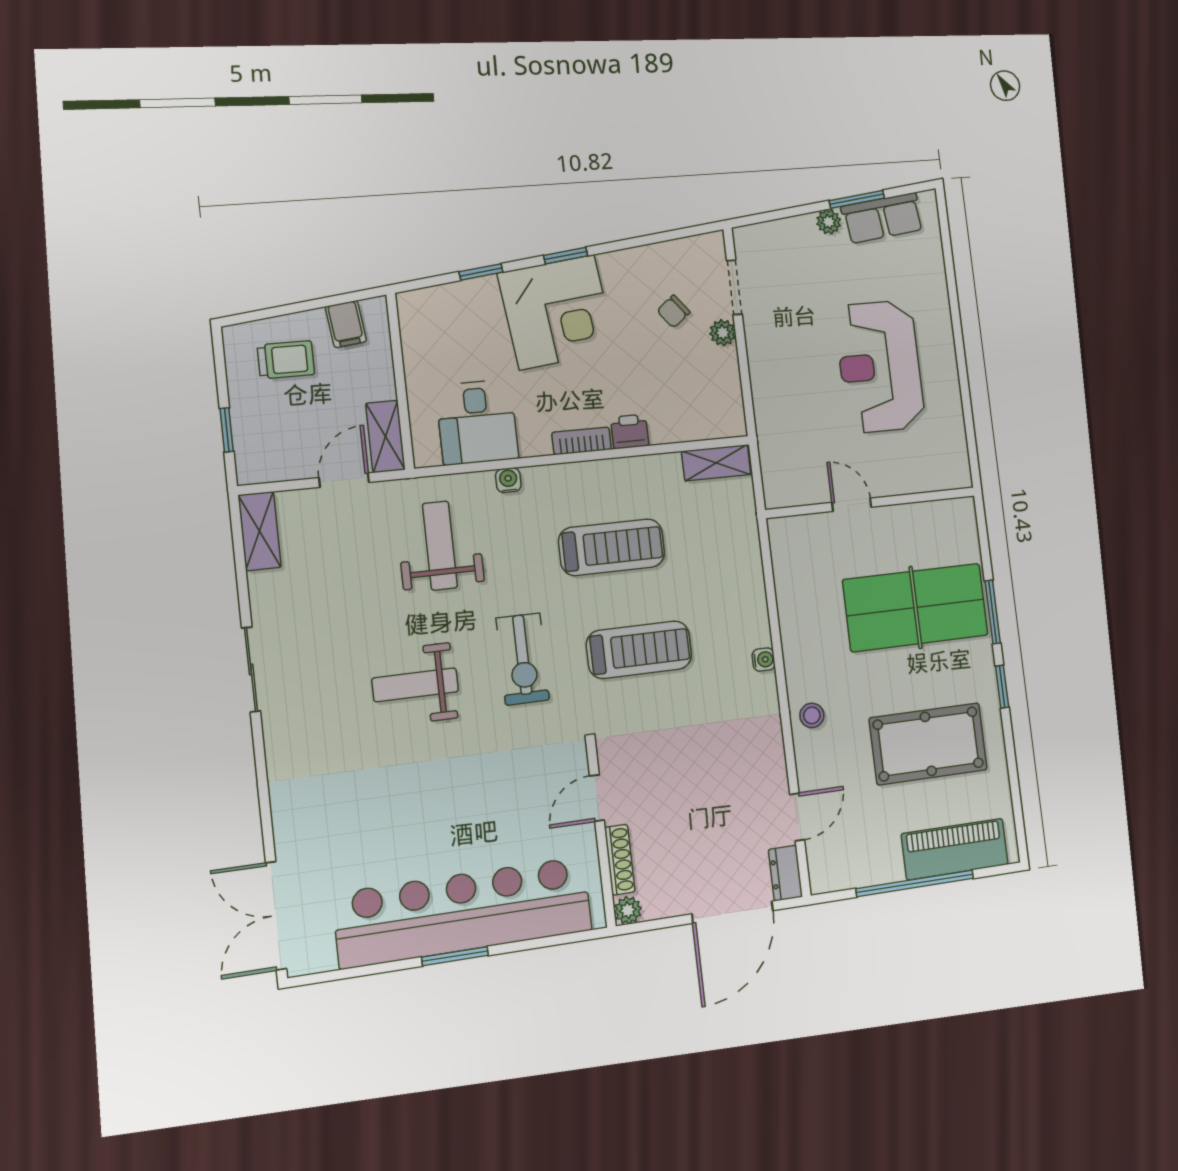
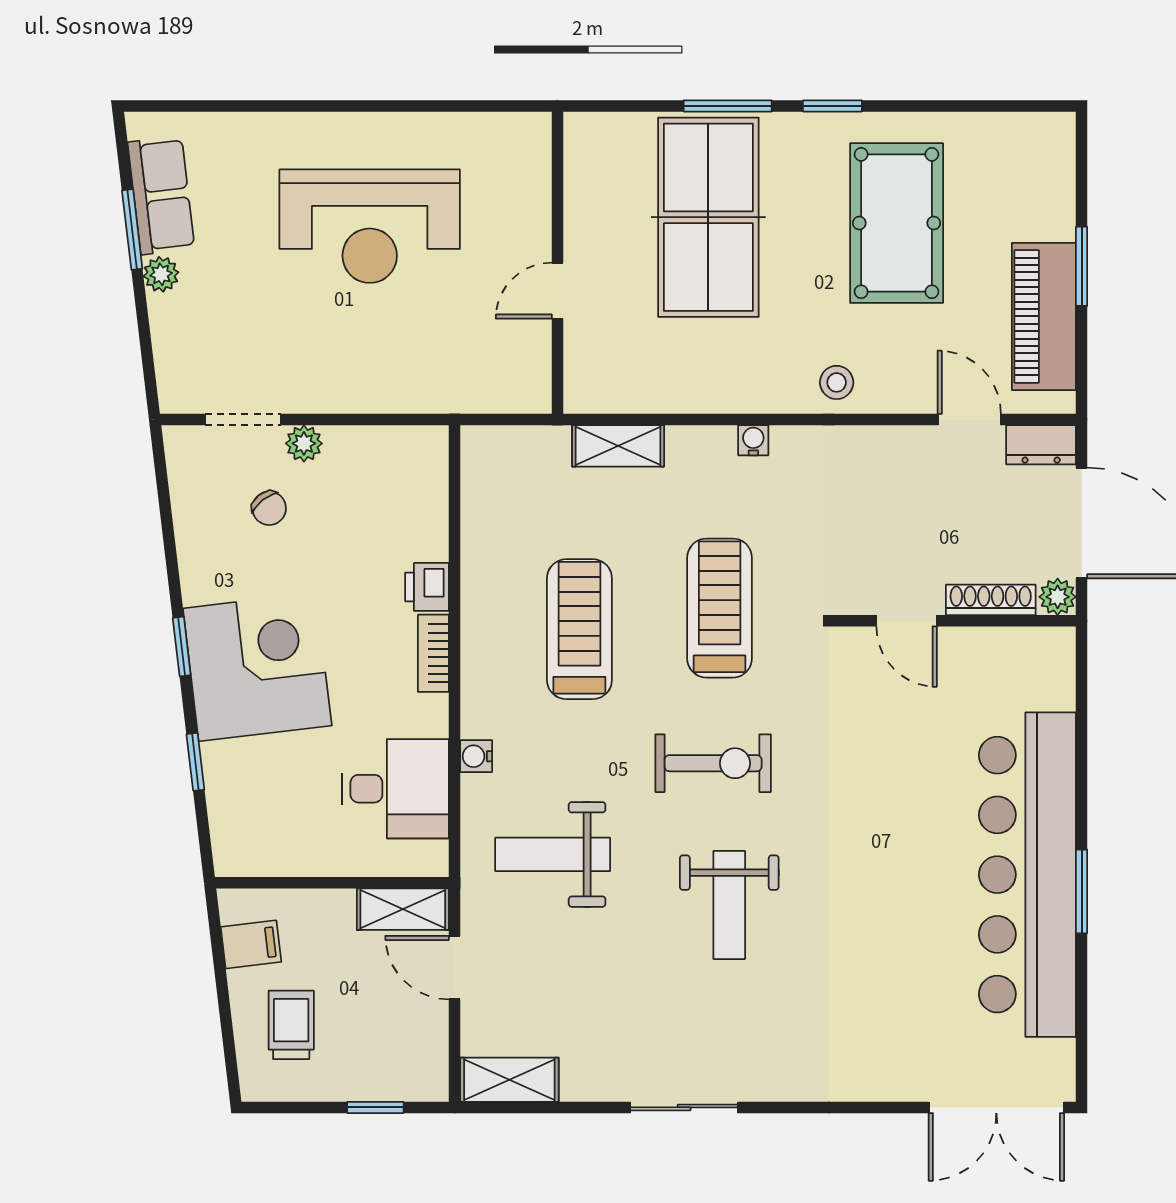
shelving: (716, 463) -> (618, 446), moved, turned 90
door: (597, 798) -> (907, 621), moved
wall: (601, 835) -> (955, 621), moved
piano: (955, 849) -> (1044, 316), moved
shoe rack: (620, 860) -> (991, 600), moved
window: (915, 883) -> (1082, 266), width x0.47
plant: (628, 910) -> (1058, 597), moved

